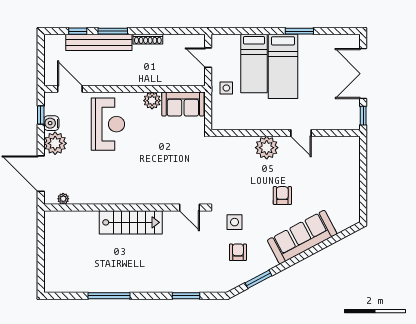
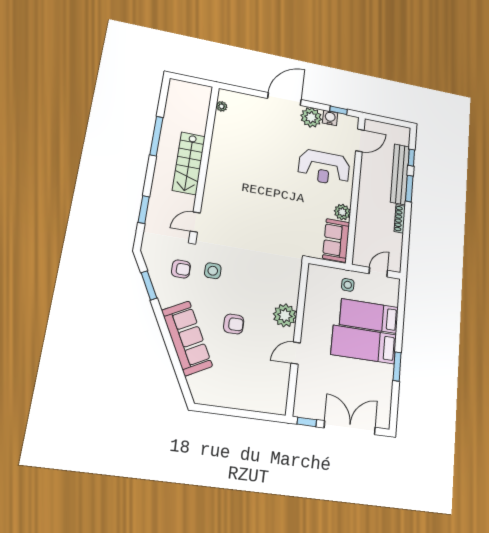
plant: (63, 199) -> (222, 106), moved
wall: (124, 208) -> (205, 160), moved
door: (190, 208) -> (195, 222), moved
stairs: (131, 222) -> (189, 163), moved

